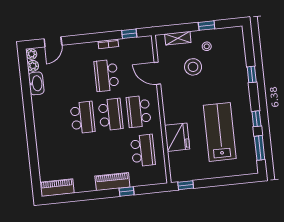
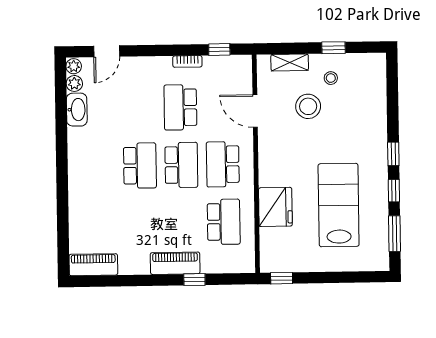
window: (252, 74) -> (393, 154), moved

